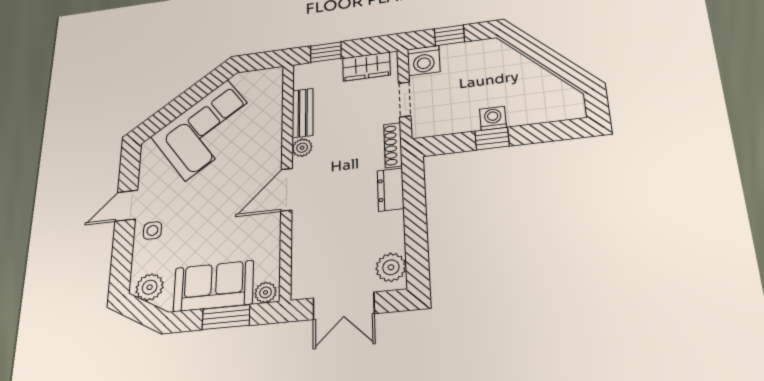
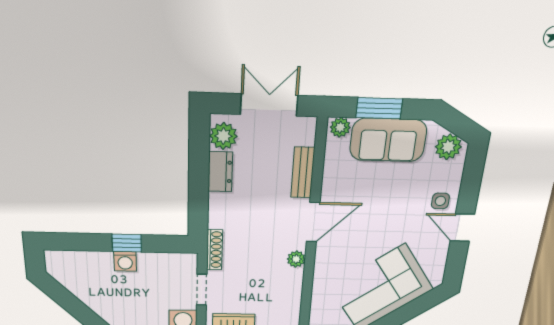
bench: (303, 113) -> (303, 173), moved
dresser: (391, 190) -> (220, 172), moved
door: (126, 206) -> (462, 228), swing flipped

